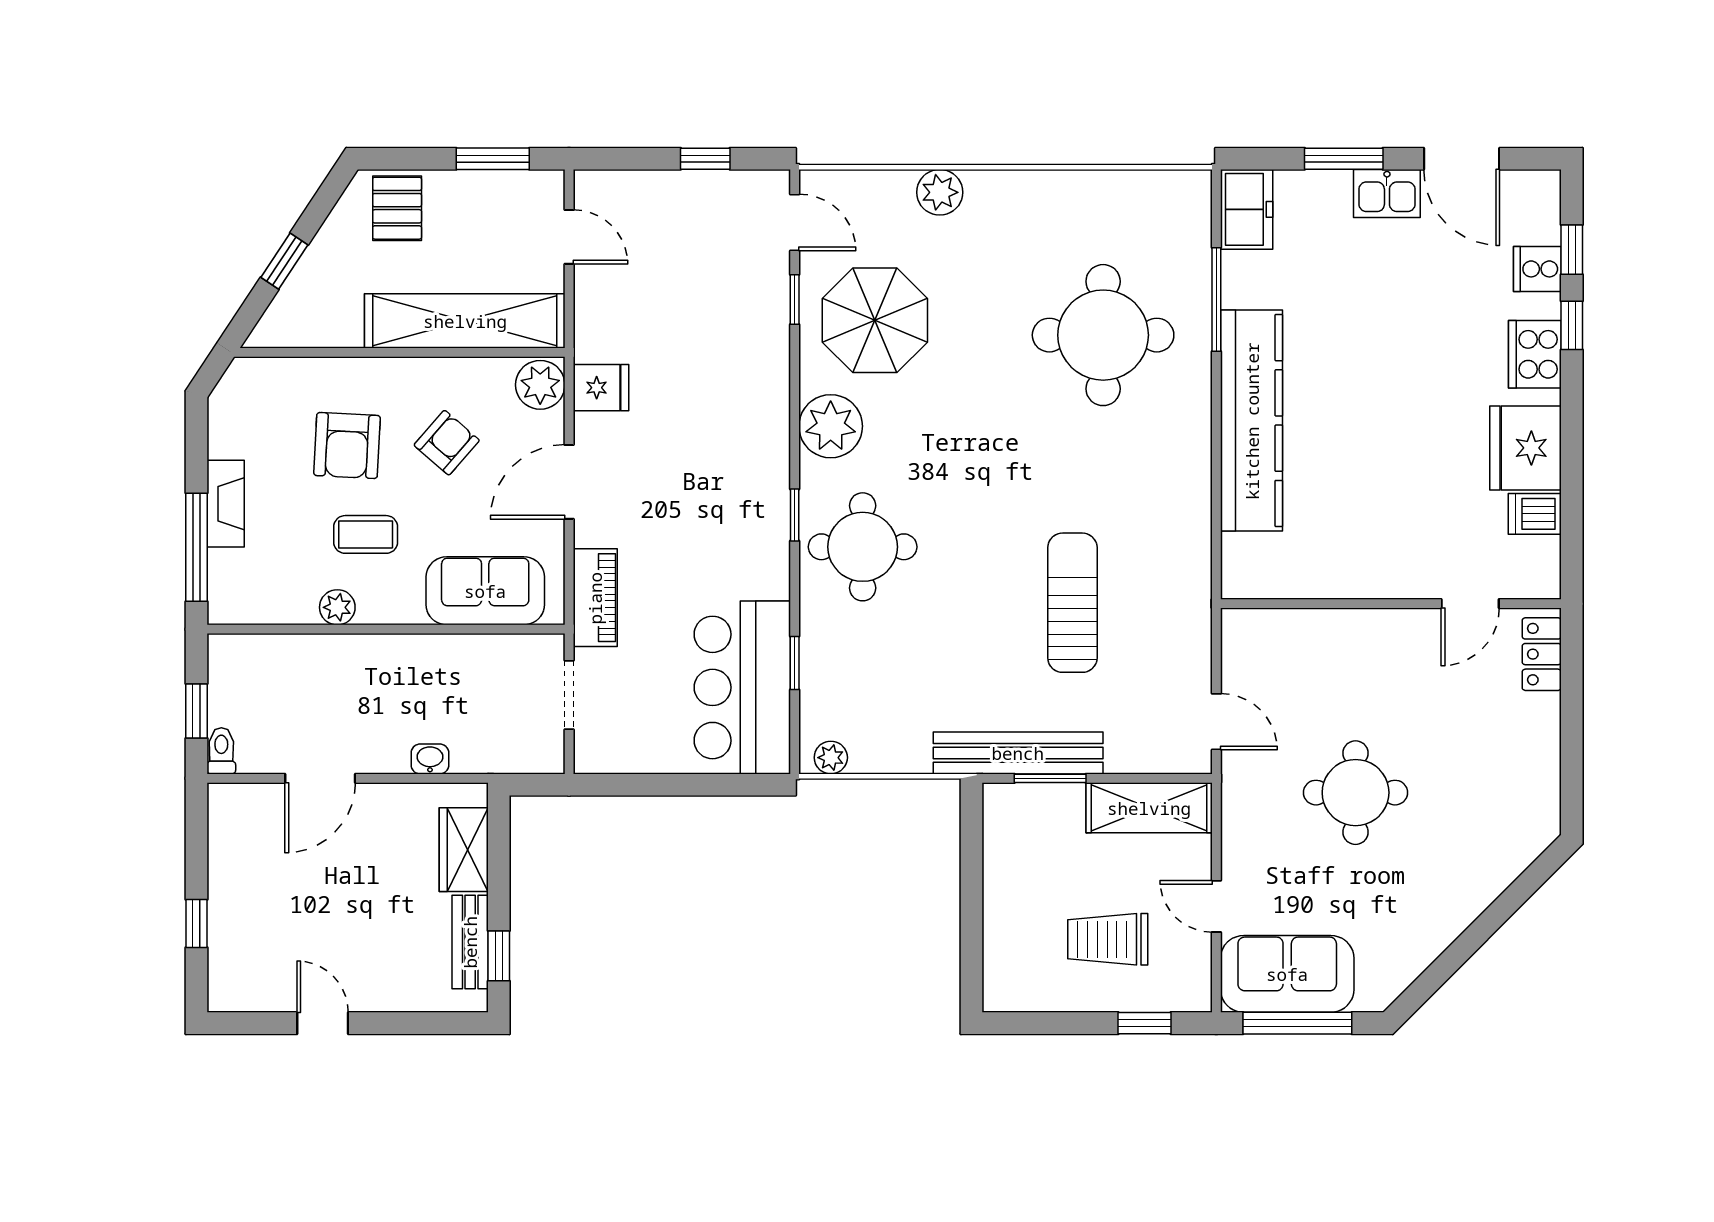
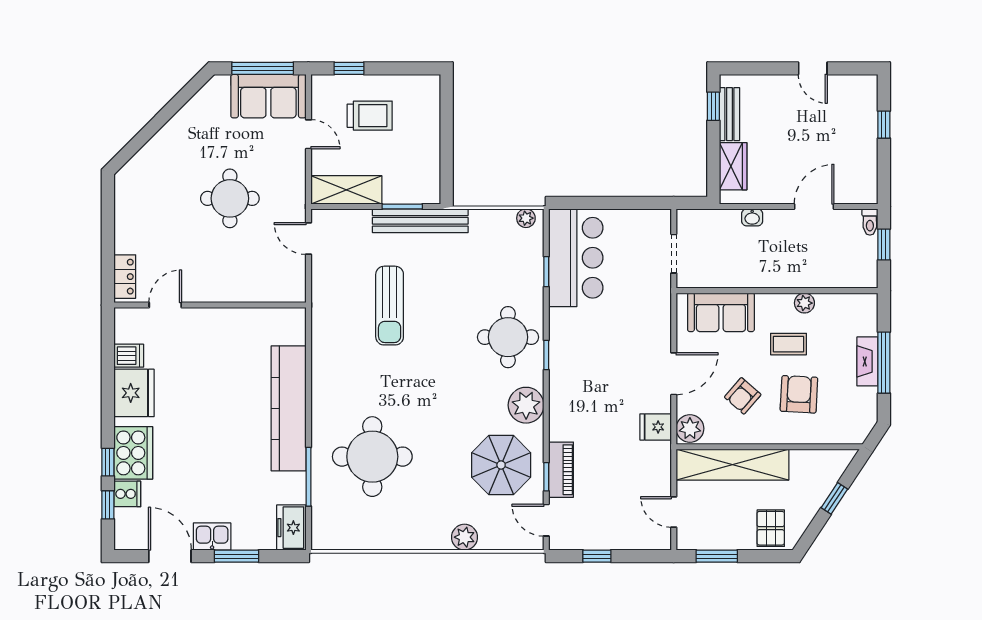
cooker: (1535, 354) -> (133, 453), width x1.37, depth x1.31
window: (196, 547) -> (884, 363), moved
piano: (595, 598) -> (561, 470), moved, turned 180

